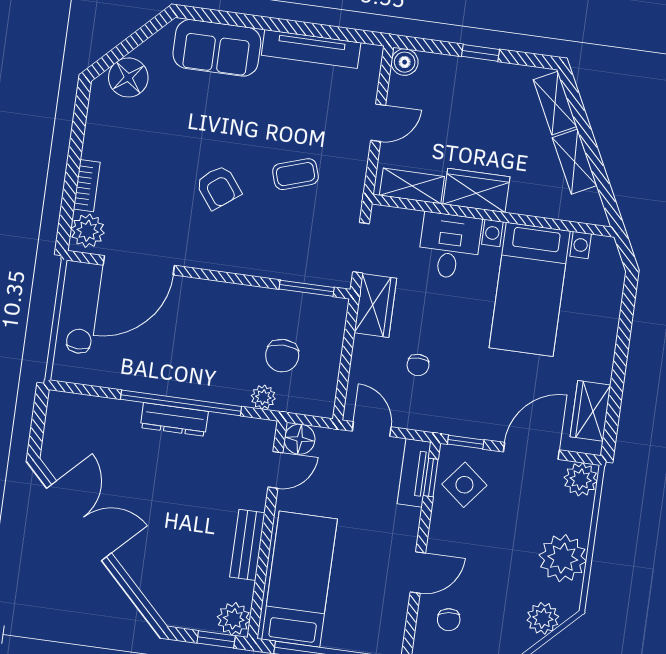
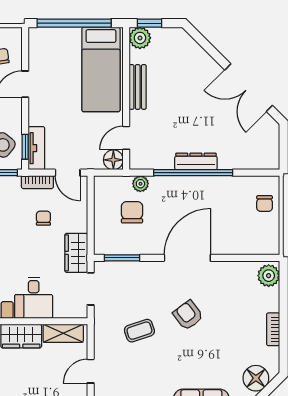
bookcase: (87, 186) -> (273, 329), moved
door: (139, 265) -> (187, 258), moved
bookcase: (420, 421) -> (37, 182), added

